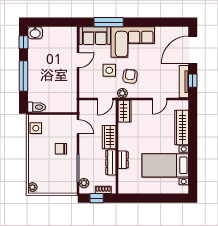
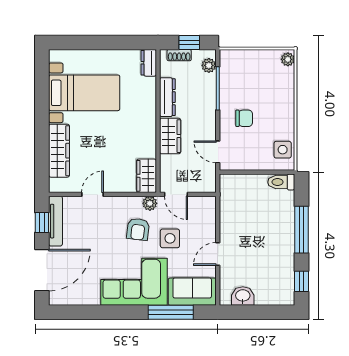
washbasin: (35, 33) -> (243, 296), moved
door: (105, 99) -> (176, 194), swing flipped
dresser: (123, 160) -> (149, 63), moved

